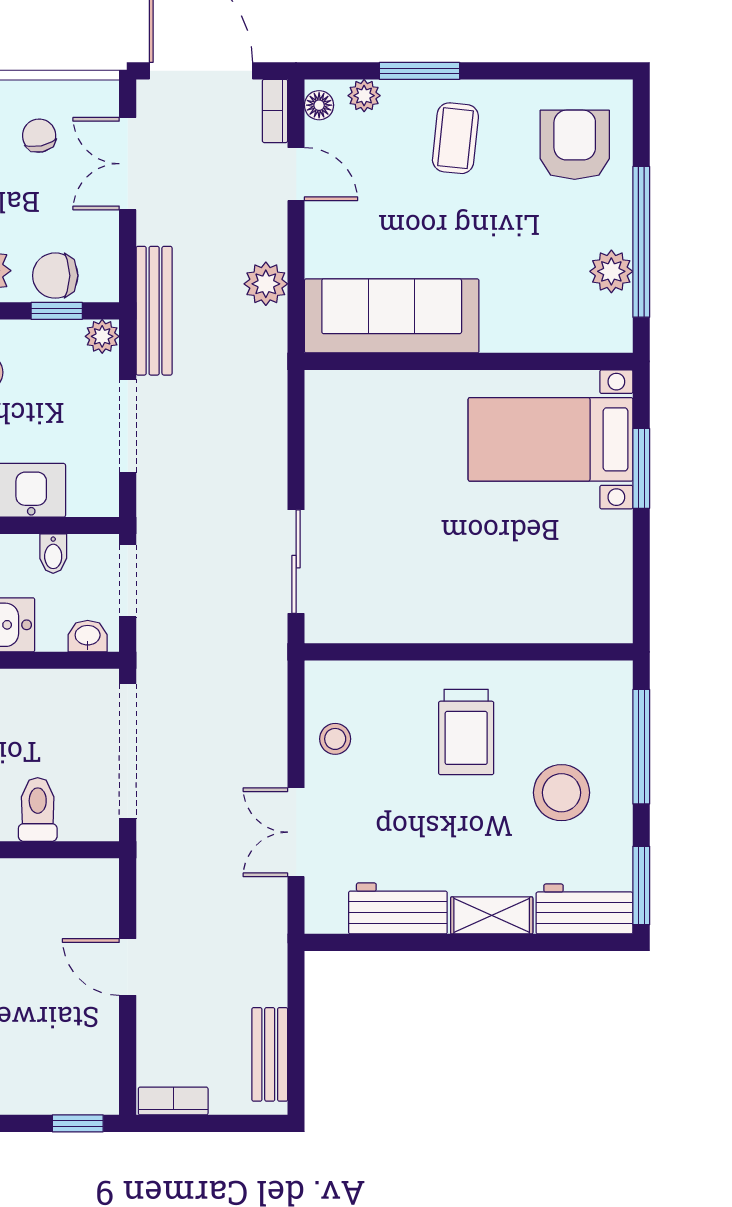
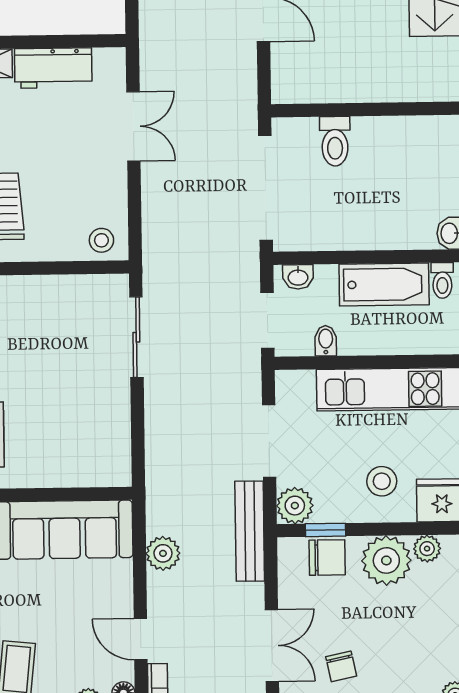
plant: (102, 336) -> (295, 506), width x1.38, depth x1.38
stool: (335, 739) -> (101, 240), moved

